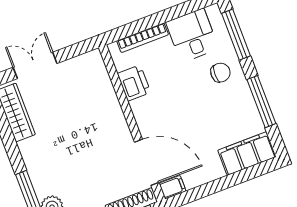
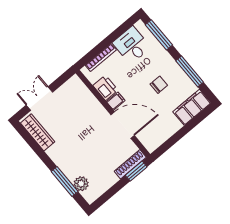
chair: (220, 73) -> (159, 85), moved
door: (147, 162) -> (123, 125), moved
filing cabinet: (172, 187) -> (116, 101), moved

